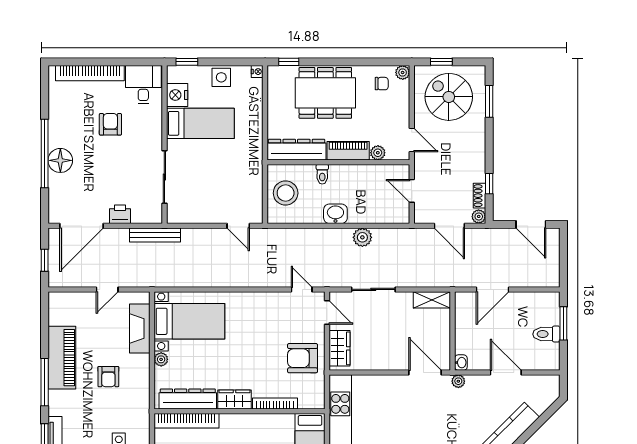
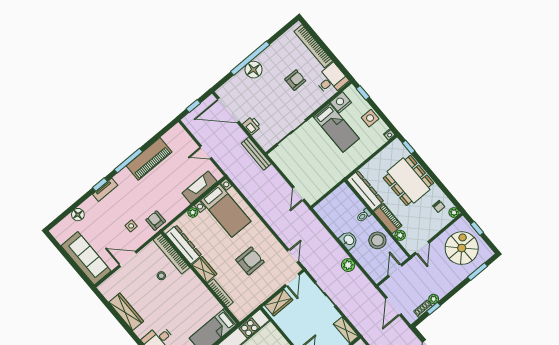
stool: (286, 193) -> (377, 240), moved
plant: (479, 216) -> (434, 299), moved
armchair: (303, 358) -> (250, 261), moved, turned 90
armchair: (108, 377) -> (156, 221), moved, turned 90

